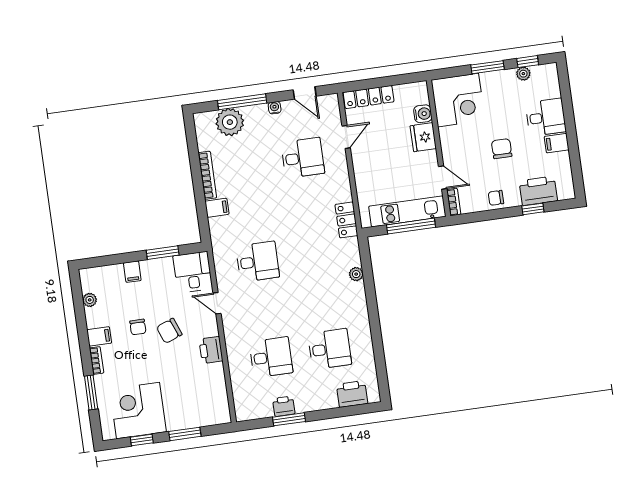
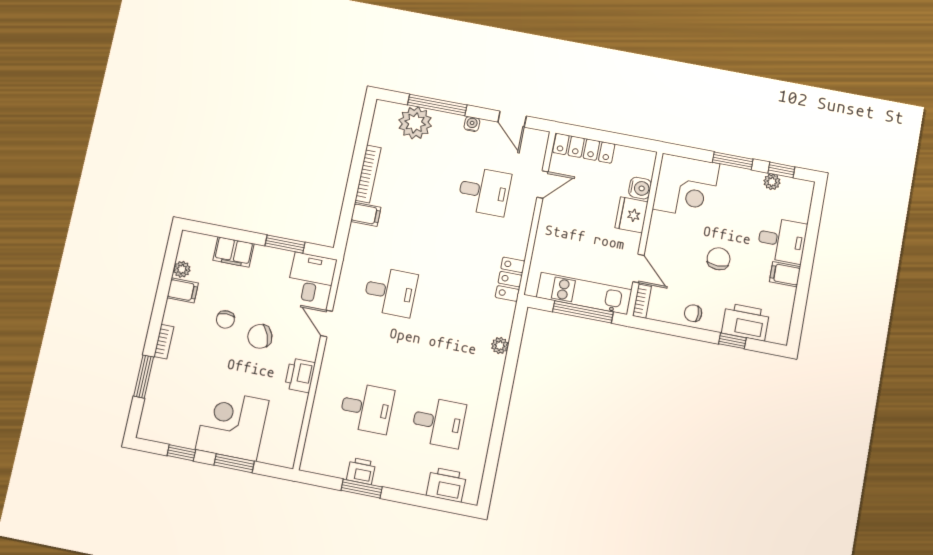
filing cabinet: (132, 272) -> (233, 252), width x2.00
filing cabinet: (99, 336) -> (183, 290), moved
corner desk: (138, 411) -> (232, 425), moved

